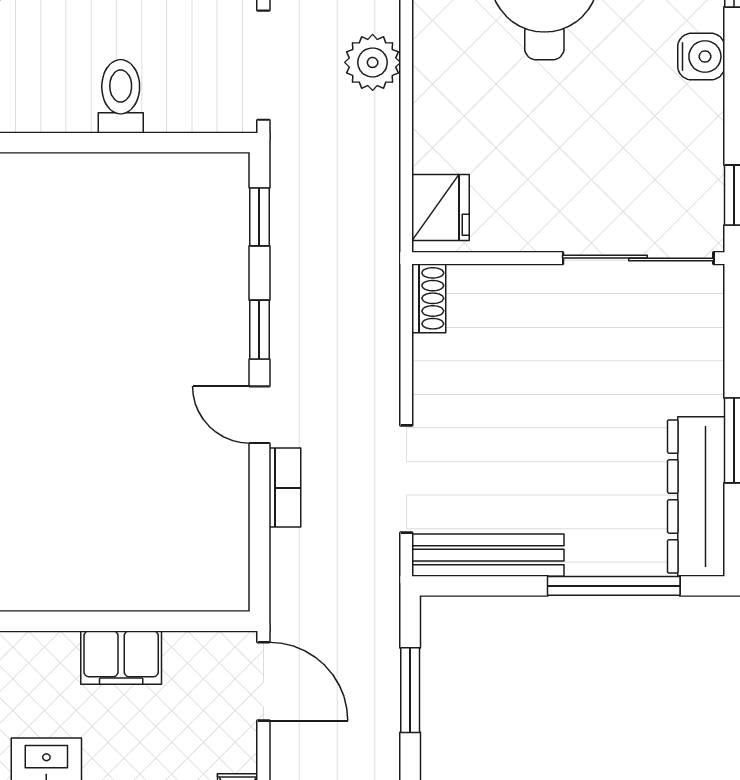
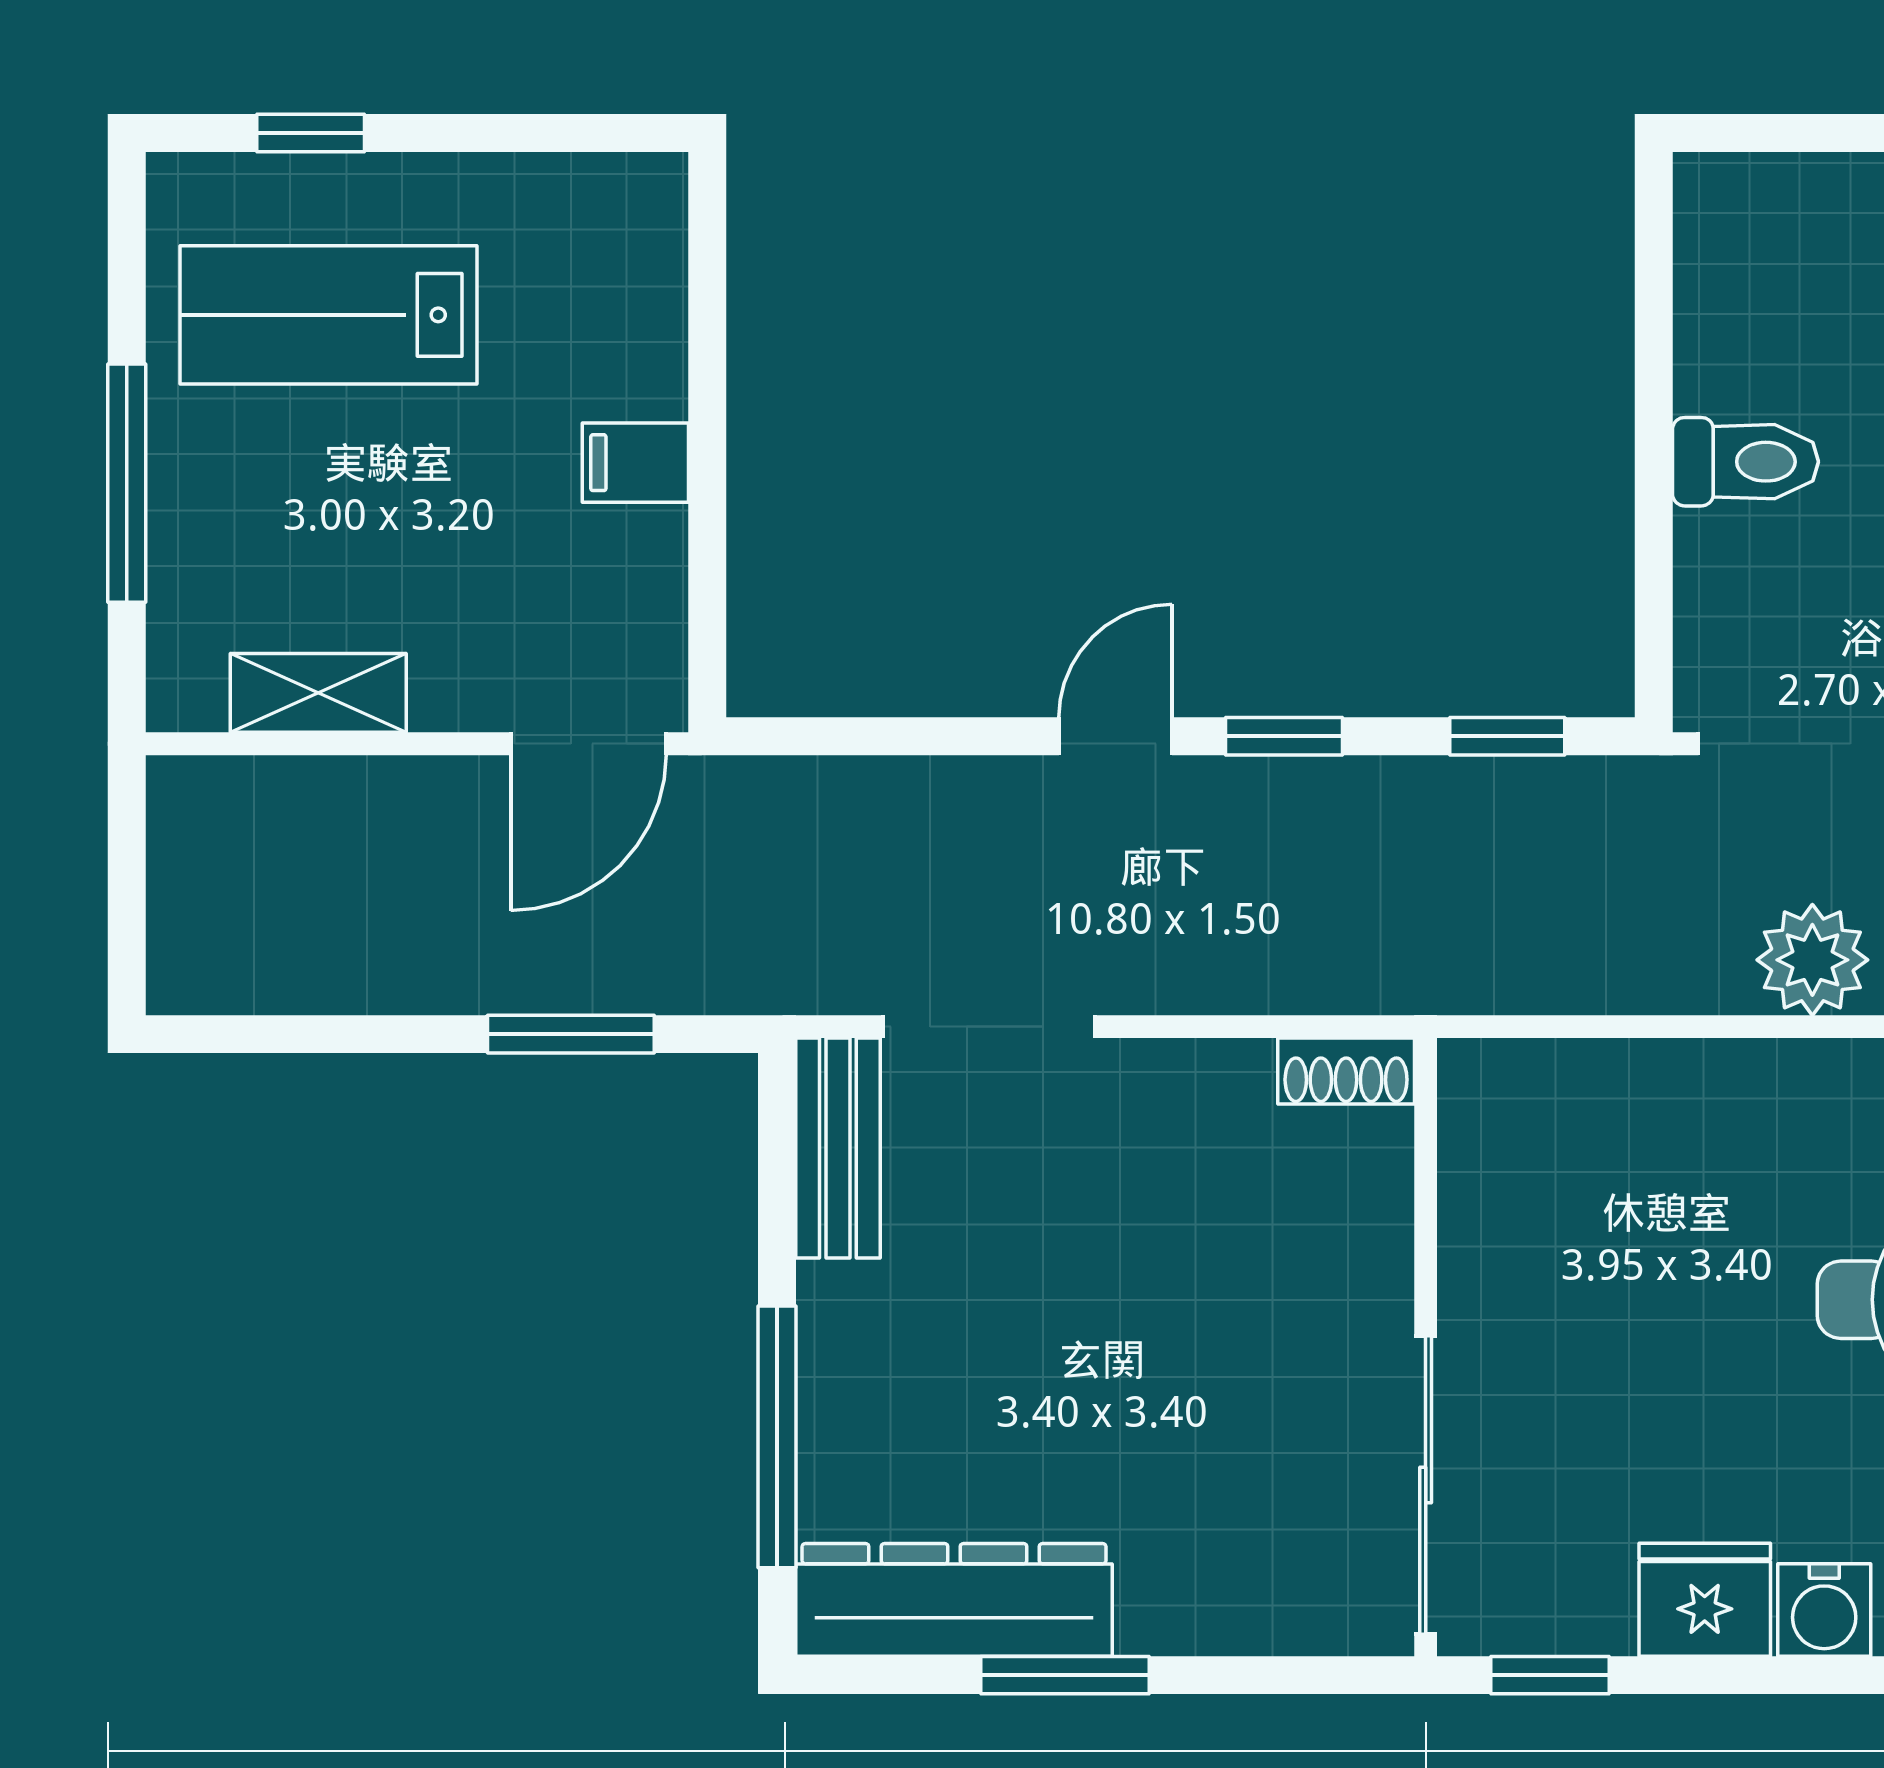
fridge: (441, 207) -> (1705, 1600), moved, turned 180
bookcase: (285, 488) -> (972, 786), removed
bench: (488, 555) -> (838, 1148), width x0.73
filing cabinet: (121, 658) -> (635, 463), width x0.50

